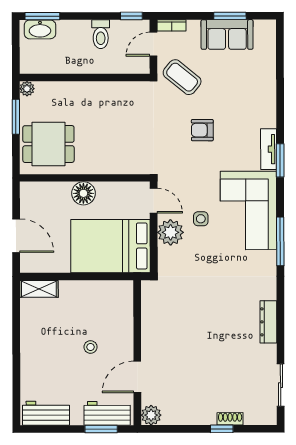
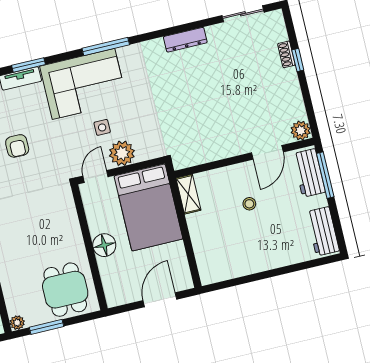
shelving: (39, 289) -> (188, 194), moved
door: (137, 377) -> (267, 152), hinge flipped
window: (101, 429) -> (325, 175), width x1.44

